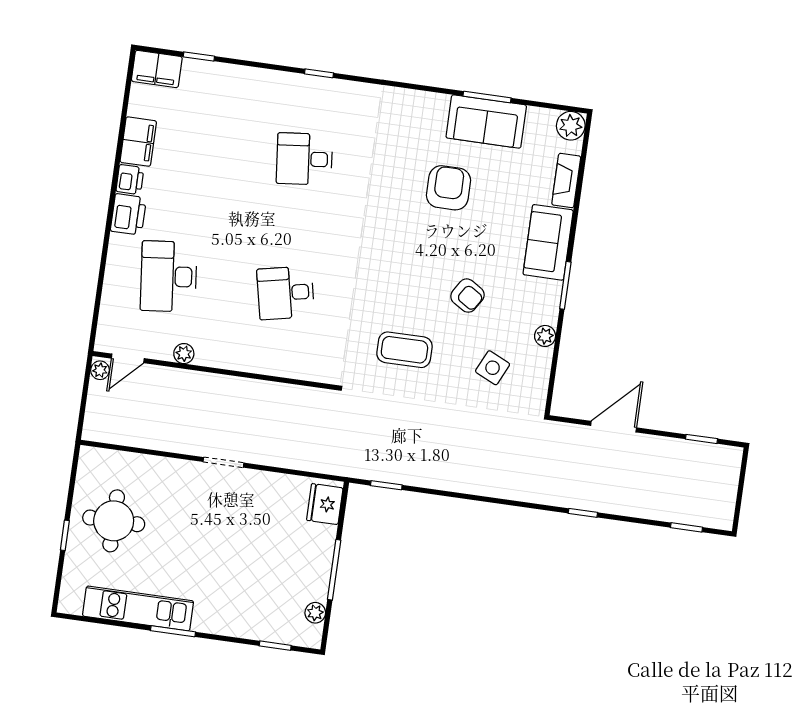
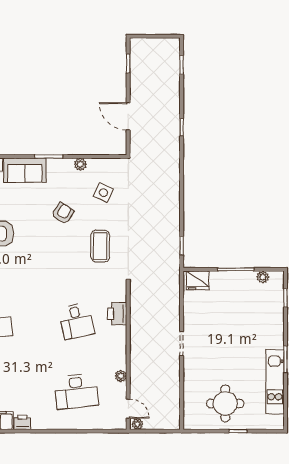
printer: (128, 214) -> (117, 314), moved, turned -90

